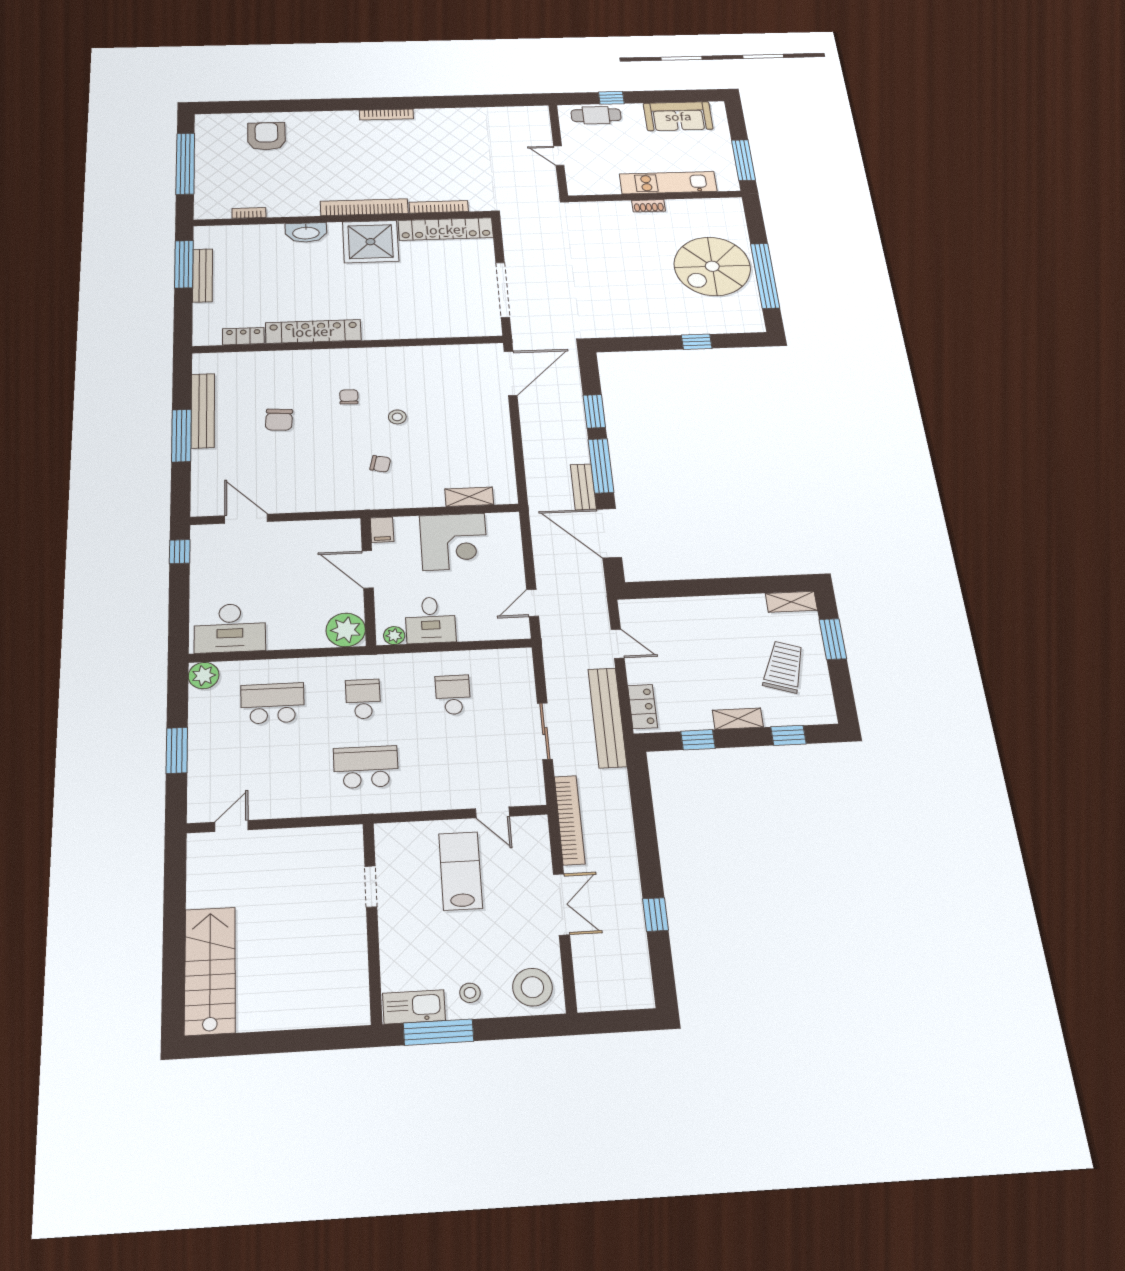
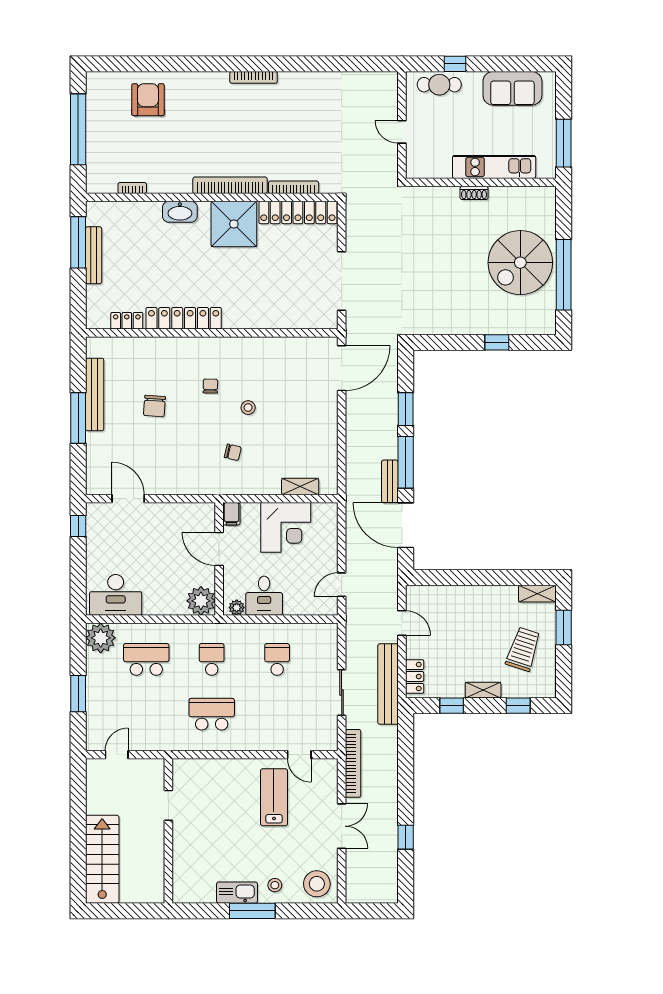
plant: (204, 676) -> (101, 638), width x1.36, depth x1.36
doorway: (371, 887) -> (168, 805), moved
wall: (372, 921) -> (168, 831), moved

